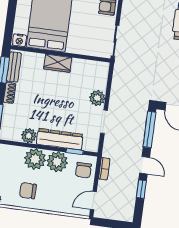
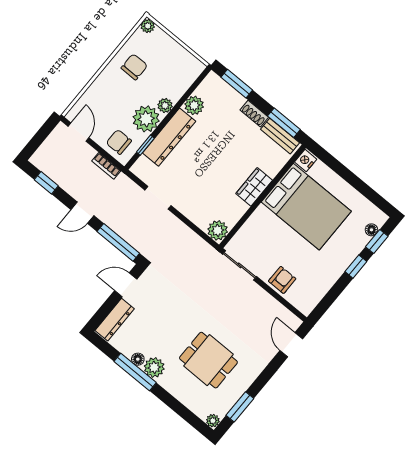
plant: (97, 98) -> (218, 230), moved
plant: (35, 159) -> (165, 106), width x0.53, depth x0.53
window: (141, 189) -> (46, 183), moved

